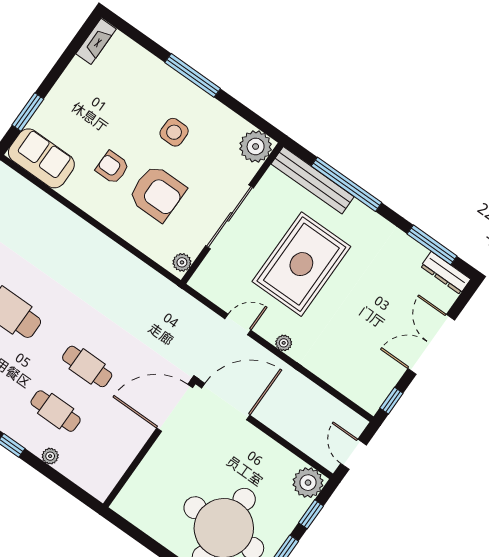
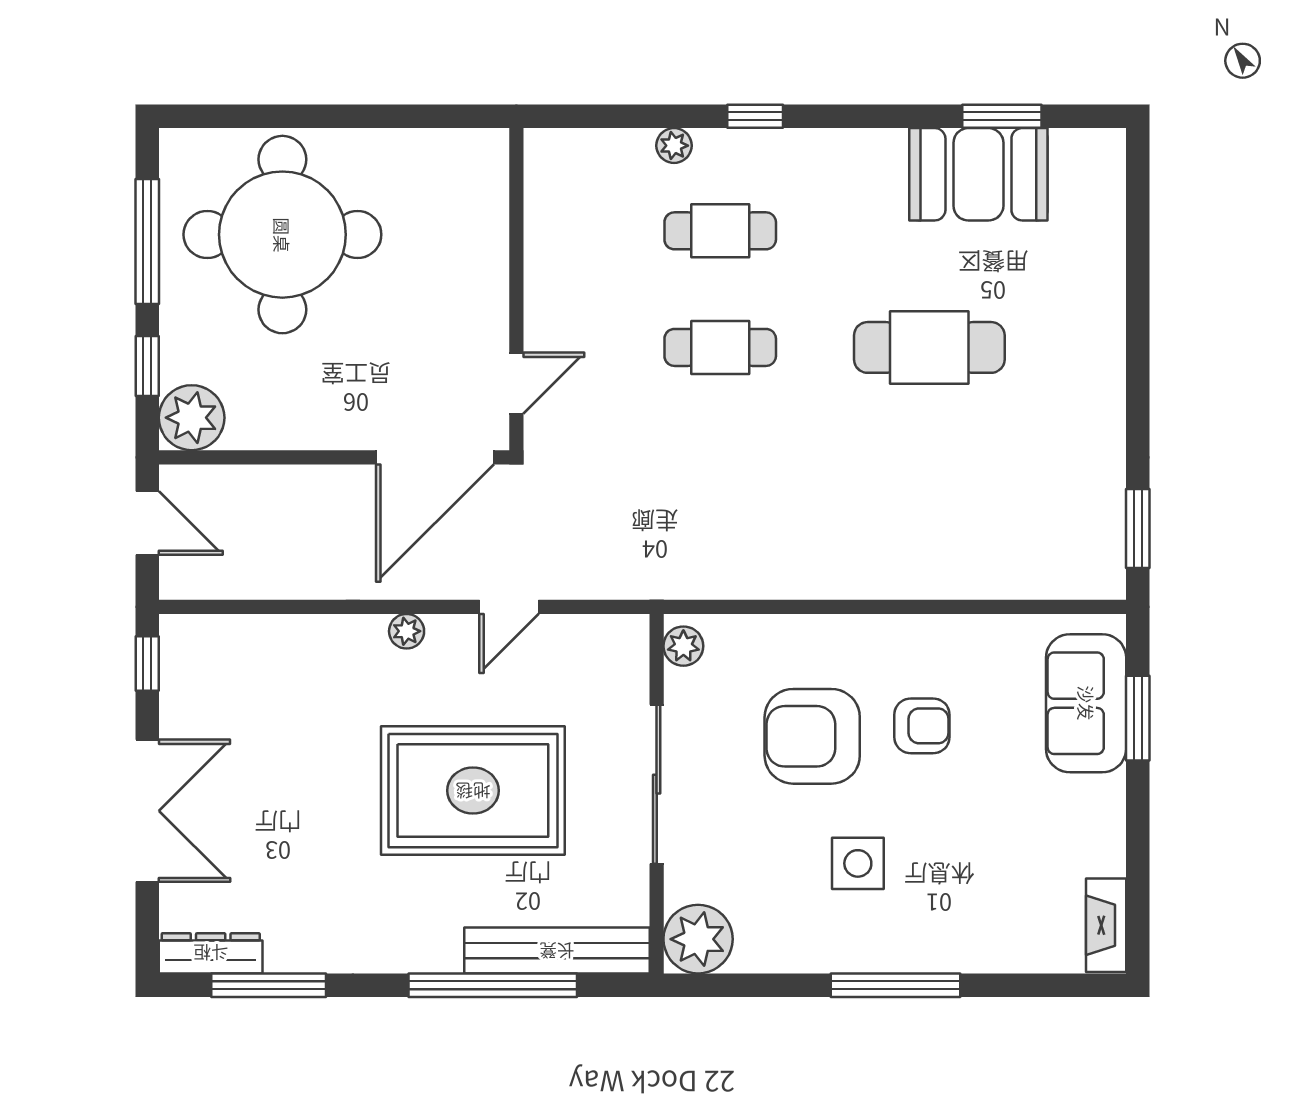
sofa: (41, 158) -> (1086, 703), moved, turned 90
rug: (301, 264) -> (473, 791), turned 90
door: (175, 408) -> (516, 383), width x0.53

